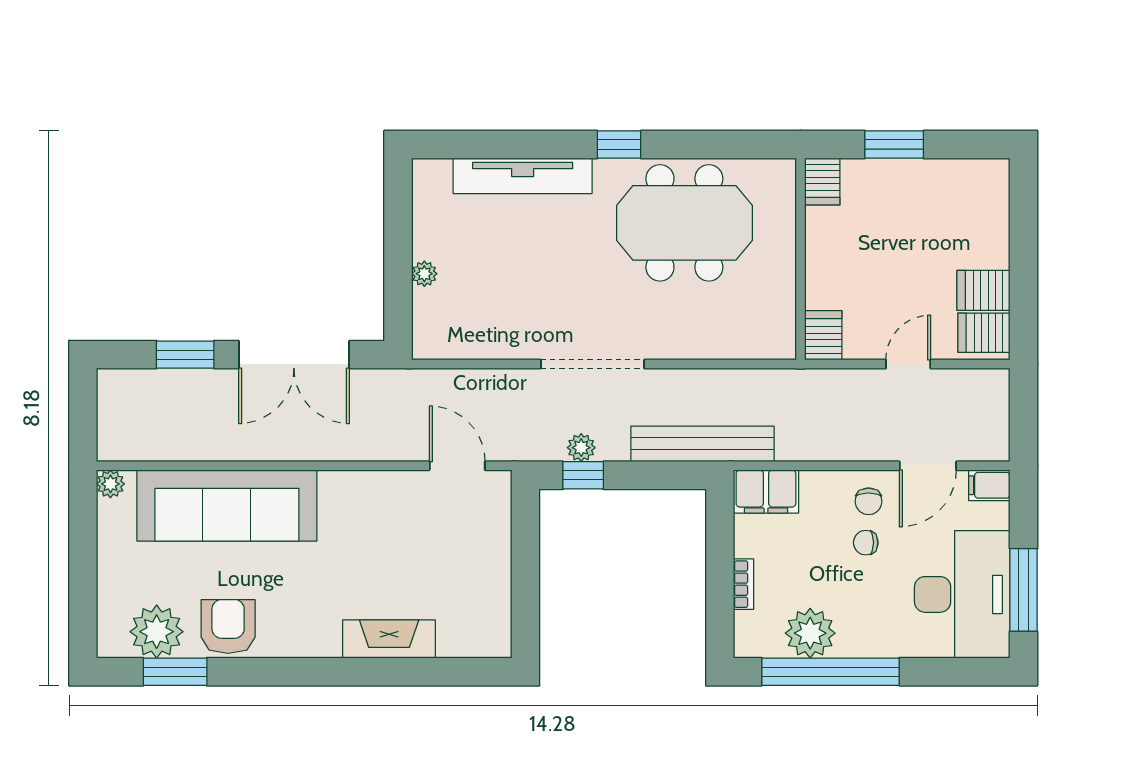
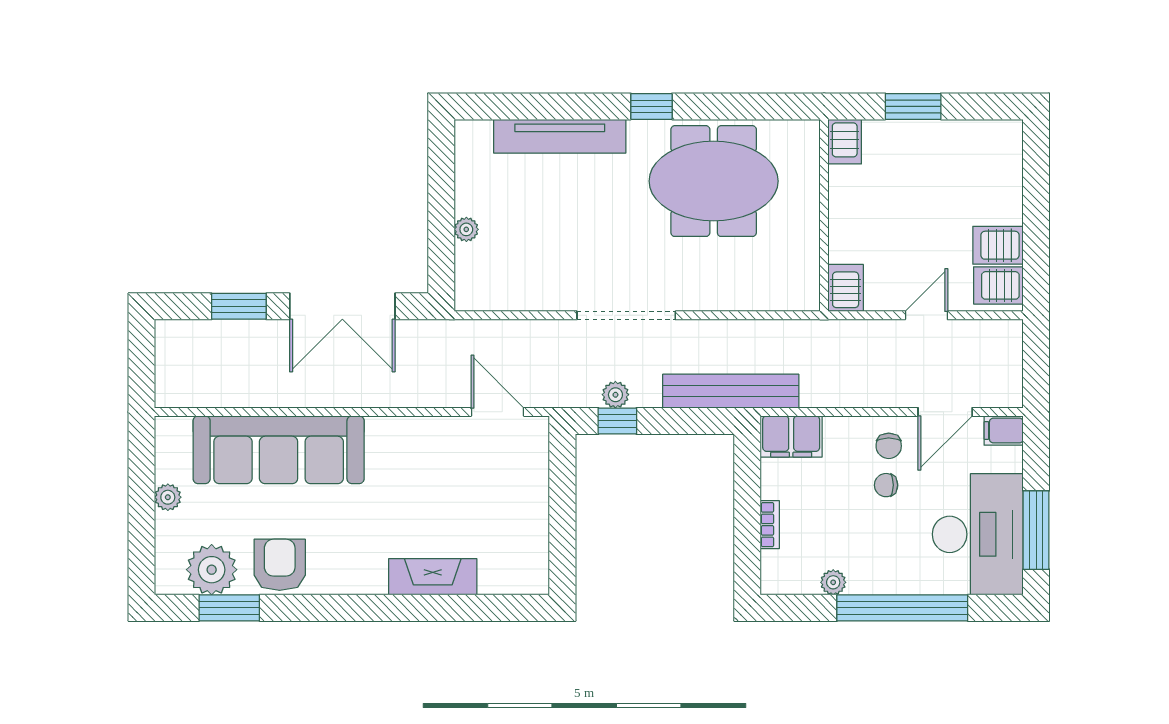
plant: (110, 484) -> (168, 497), moved
plant: (810, 633) -> (833, 582), width x0.53, depth x0.53
window: (830, 672) -> (902, 608), moved

